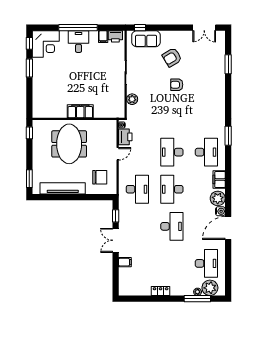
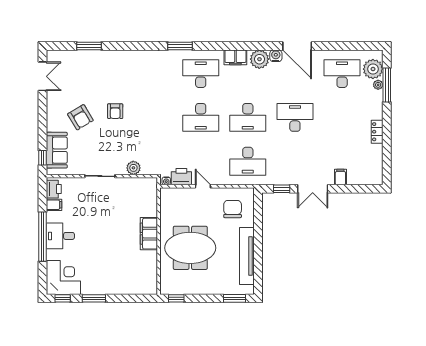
desk: (137, 189) -> (248, 161), turned 180

